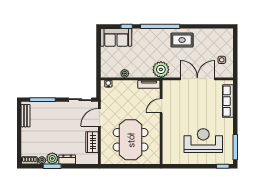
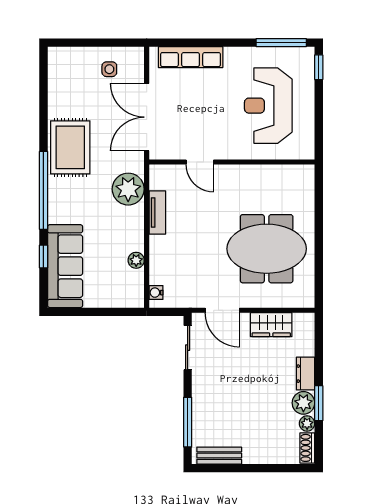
sofa: (116, 37) -> (65, 266), width x1.36
rug: (182, 40) -> (70, 147), width x1.36, depth x1.43
door: (161, 106) -> (200, 162), moved
wall: (161, 122) -> (232, 162), moved

